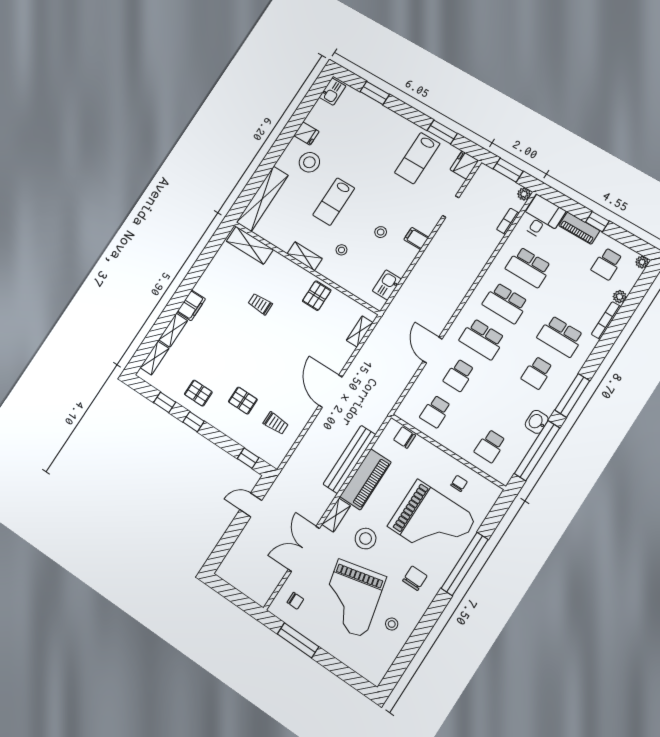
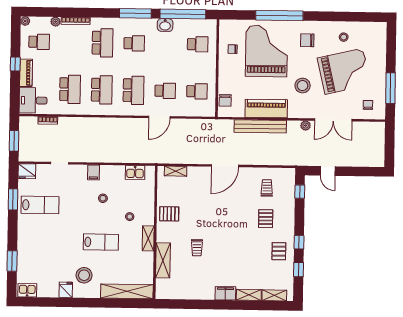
plant: (524, 194) -> (306, 126), moved
shelving: (250, 245) -> (163, 260), moved
shelving: (336, 515) -> (300, 113), removed

